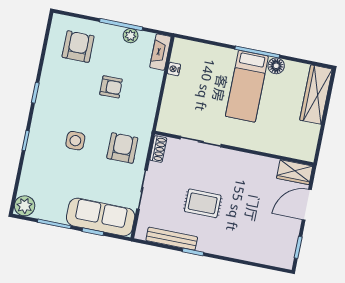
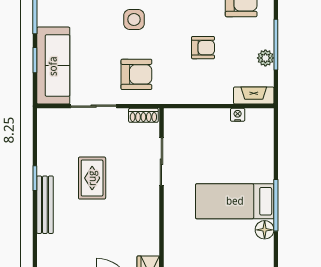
armchair: (111, 87) -> (203, 48), turned -89
bench: (172, 239) -> (45, 205), moved

